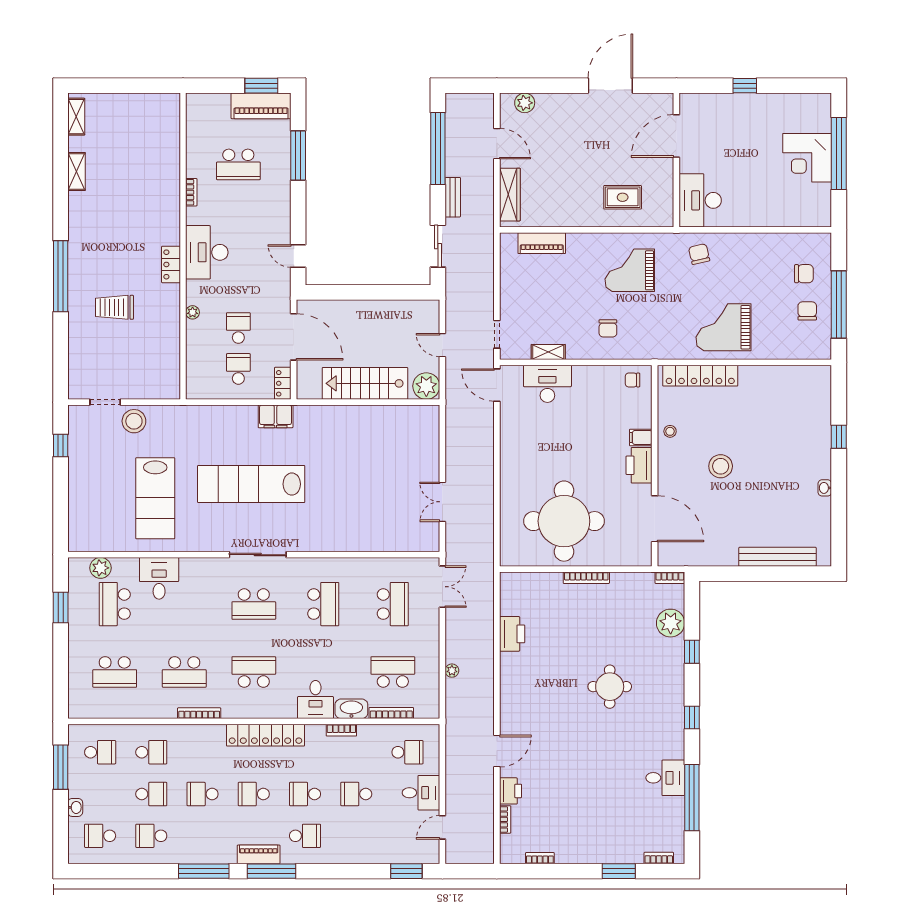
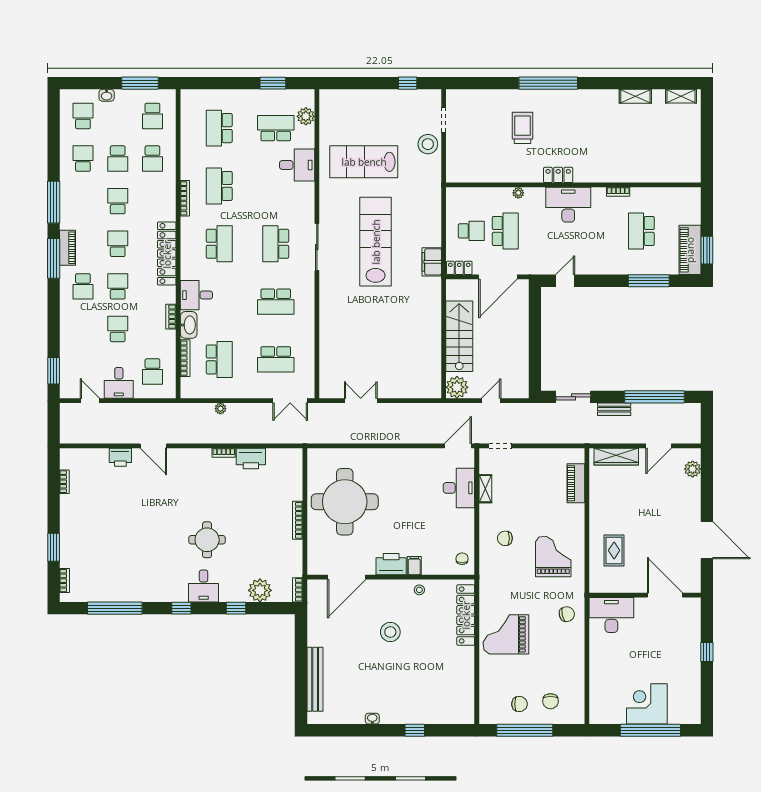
grand piano: (724, 327) -> (506, 634), turned -90
school desk: (238, 328) -> (505, 231), width x1.85
desk: (665, 778) -> (204, 586), moved
bookcase: (505, 819) -> (224, 453), moved

